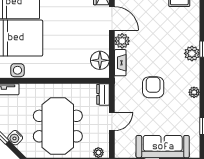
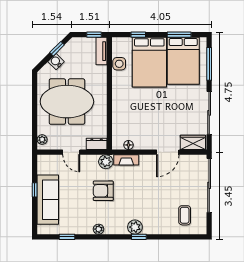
plant: (122, 41) -> (106, 162), moved
floor lamp: (100, 60) -> (128, 145), width x0.53, depth x0.53
armchair: (153, 87) -> (103, 191), turned 180

